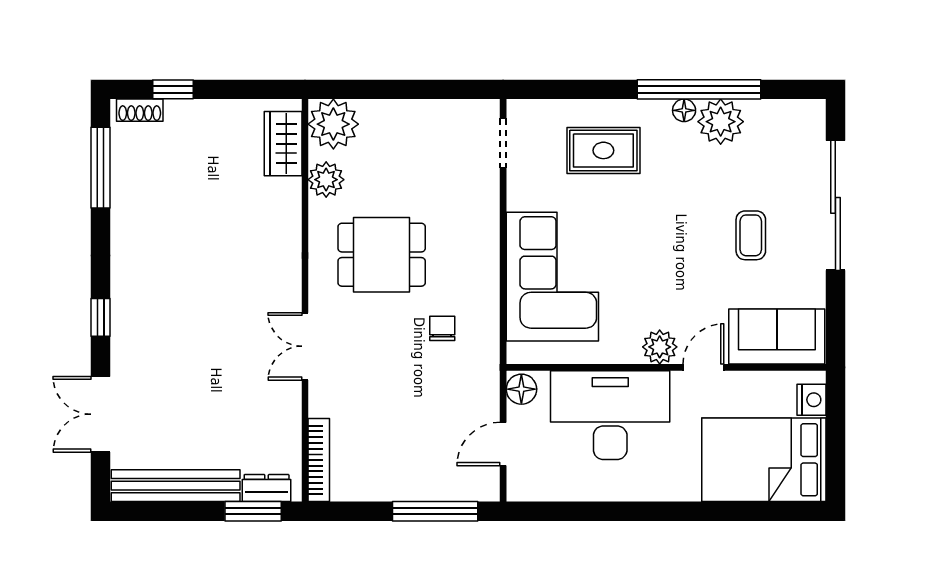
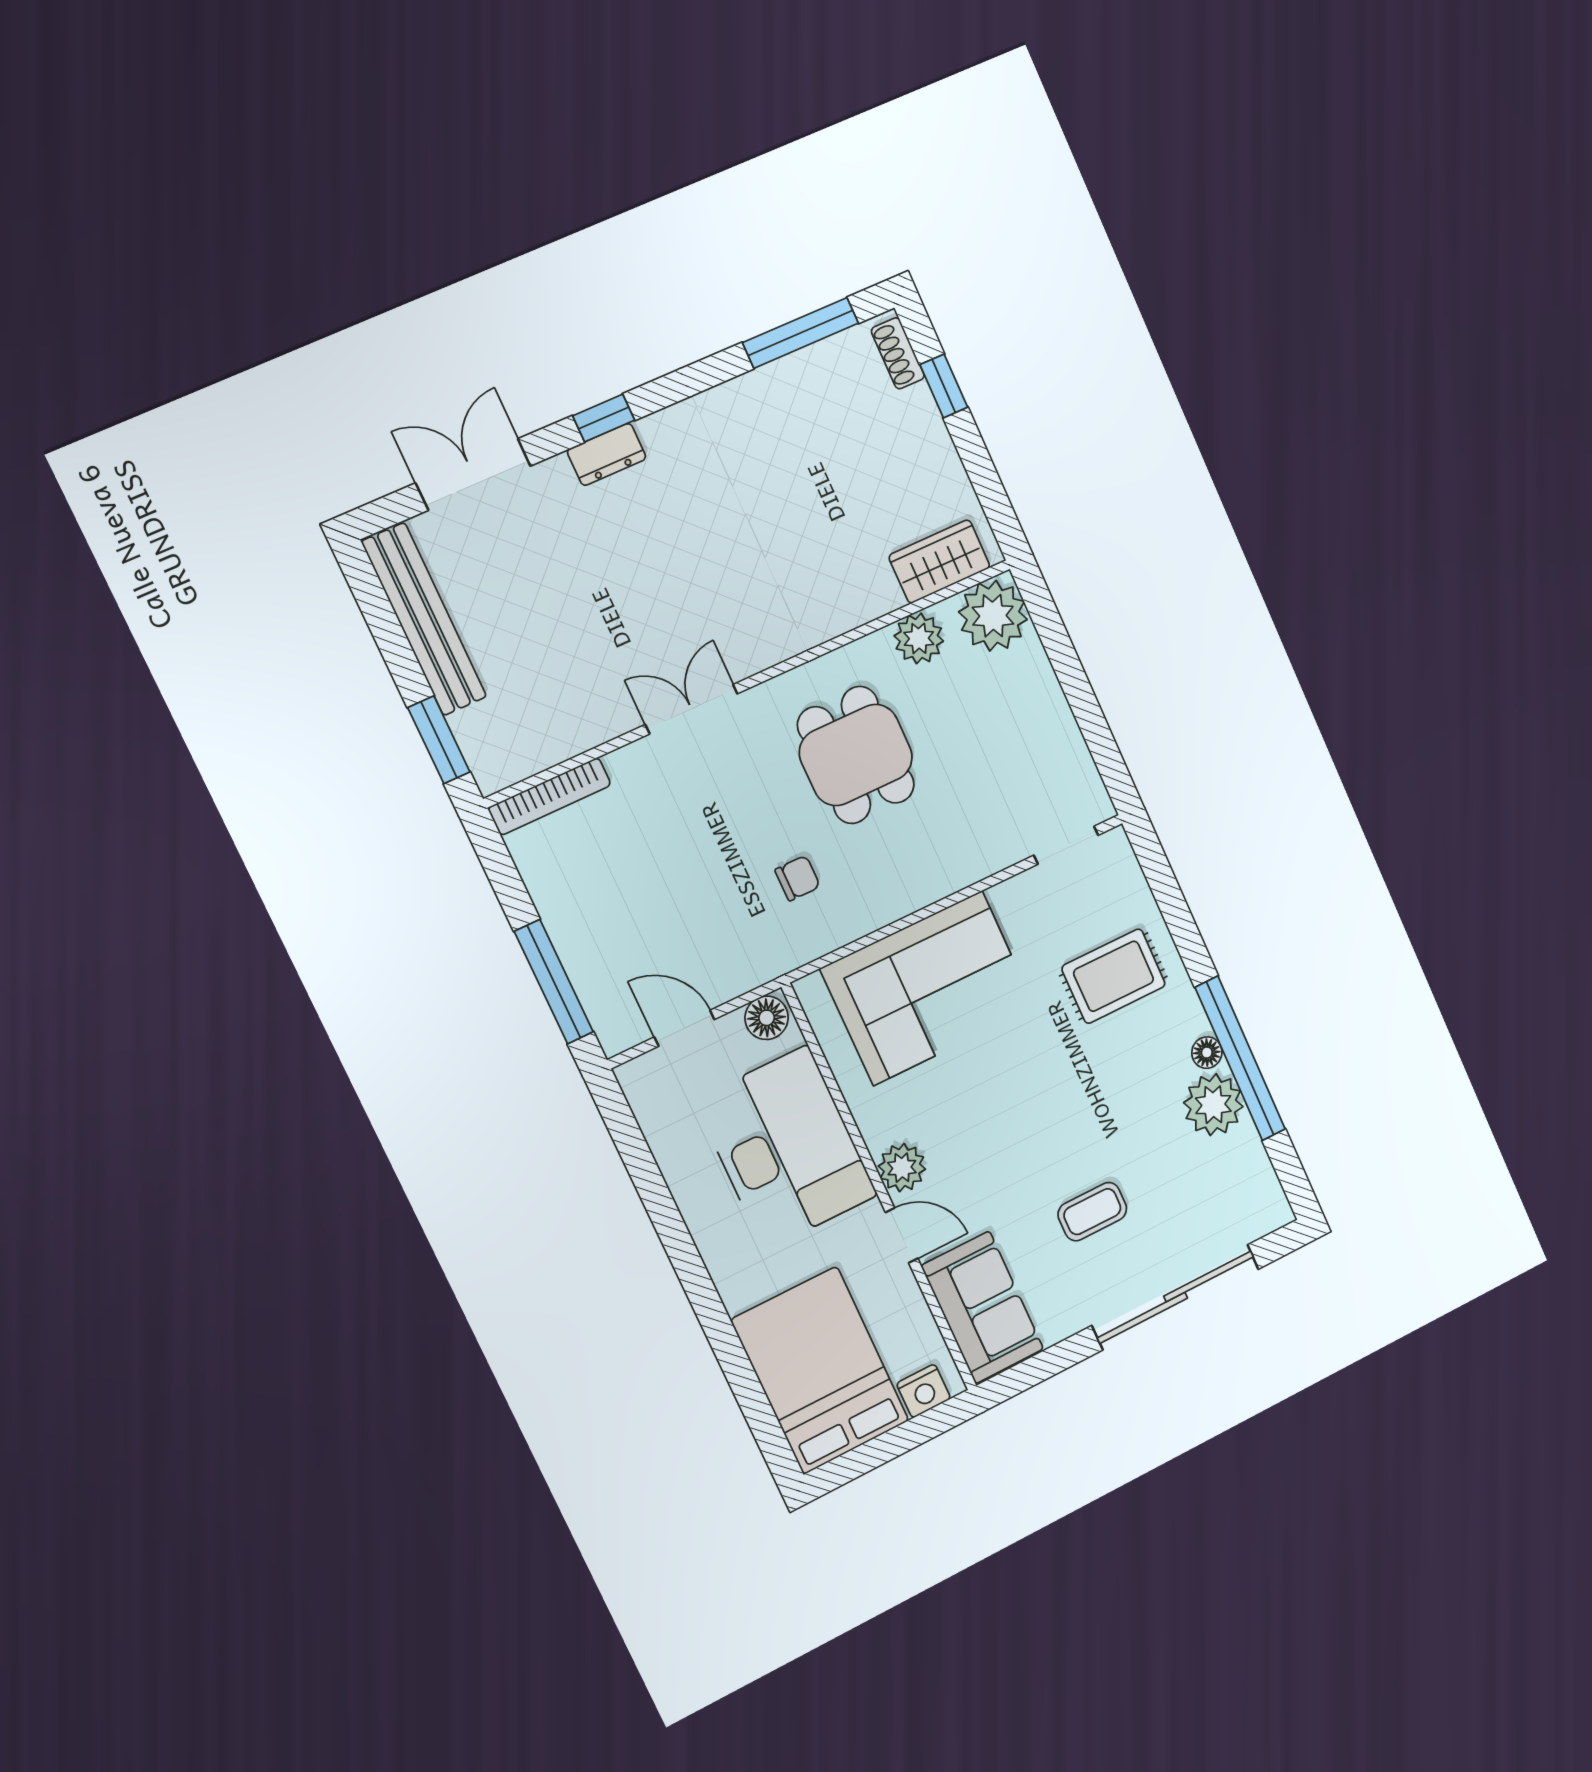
rug: (603, 150) -> (1114, 976), turned 90
dresser: (267, 488) -> (607, 454), moved, turned 90

